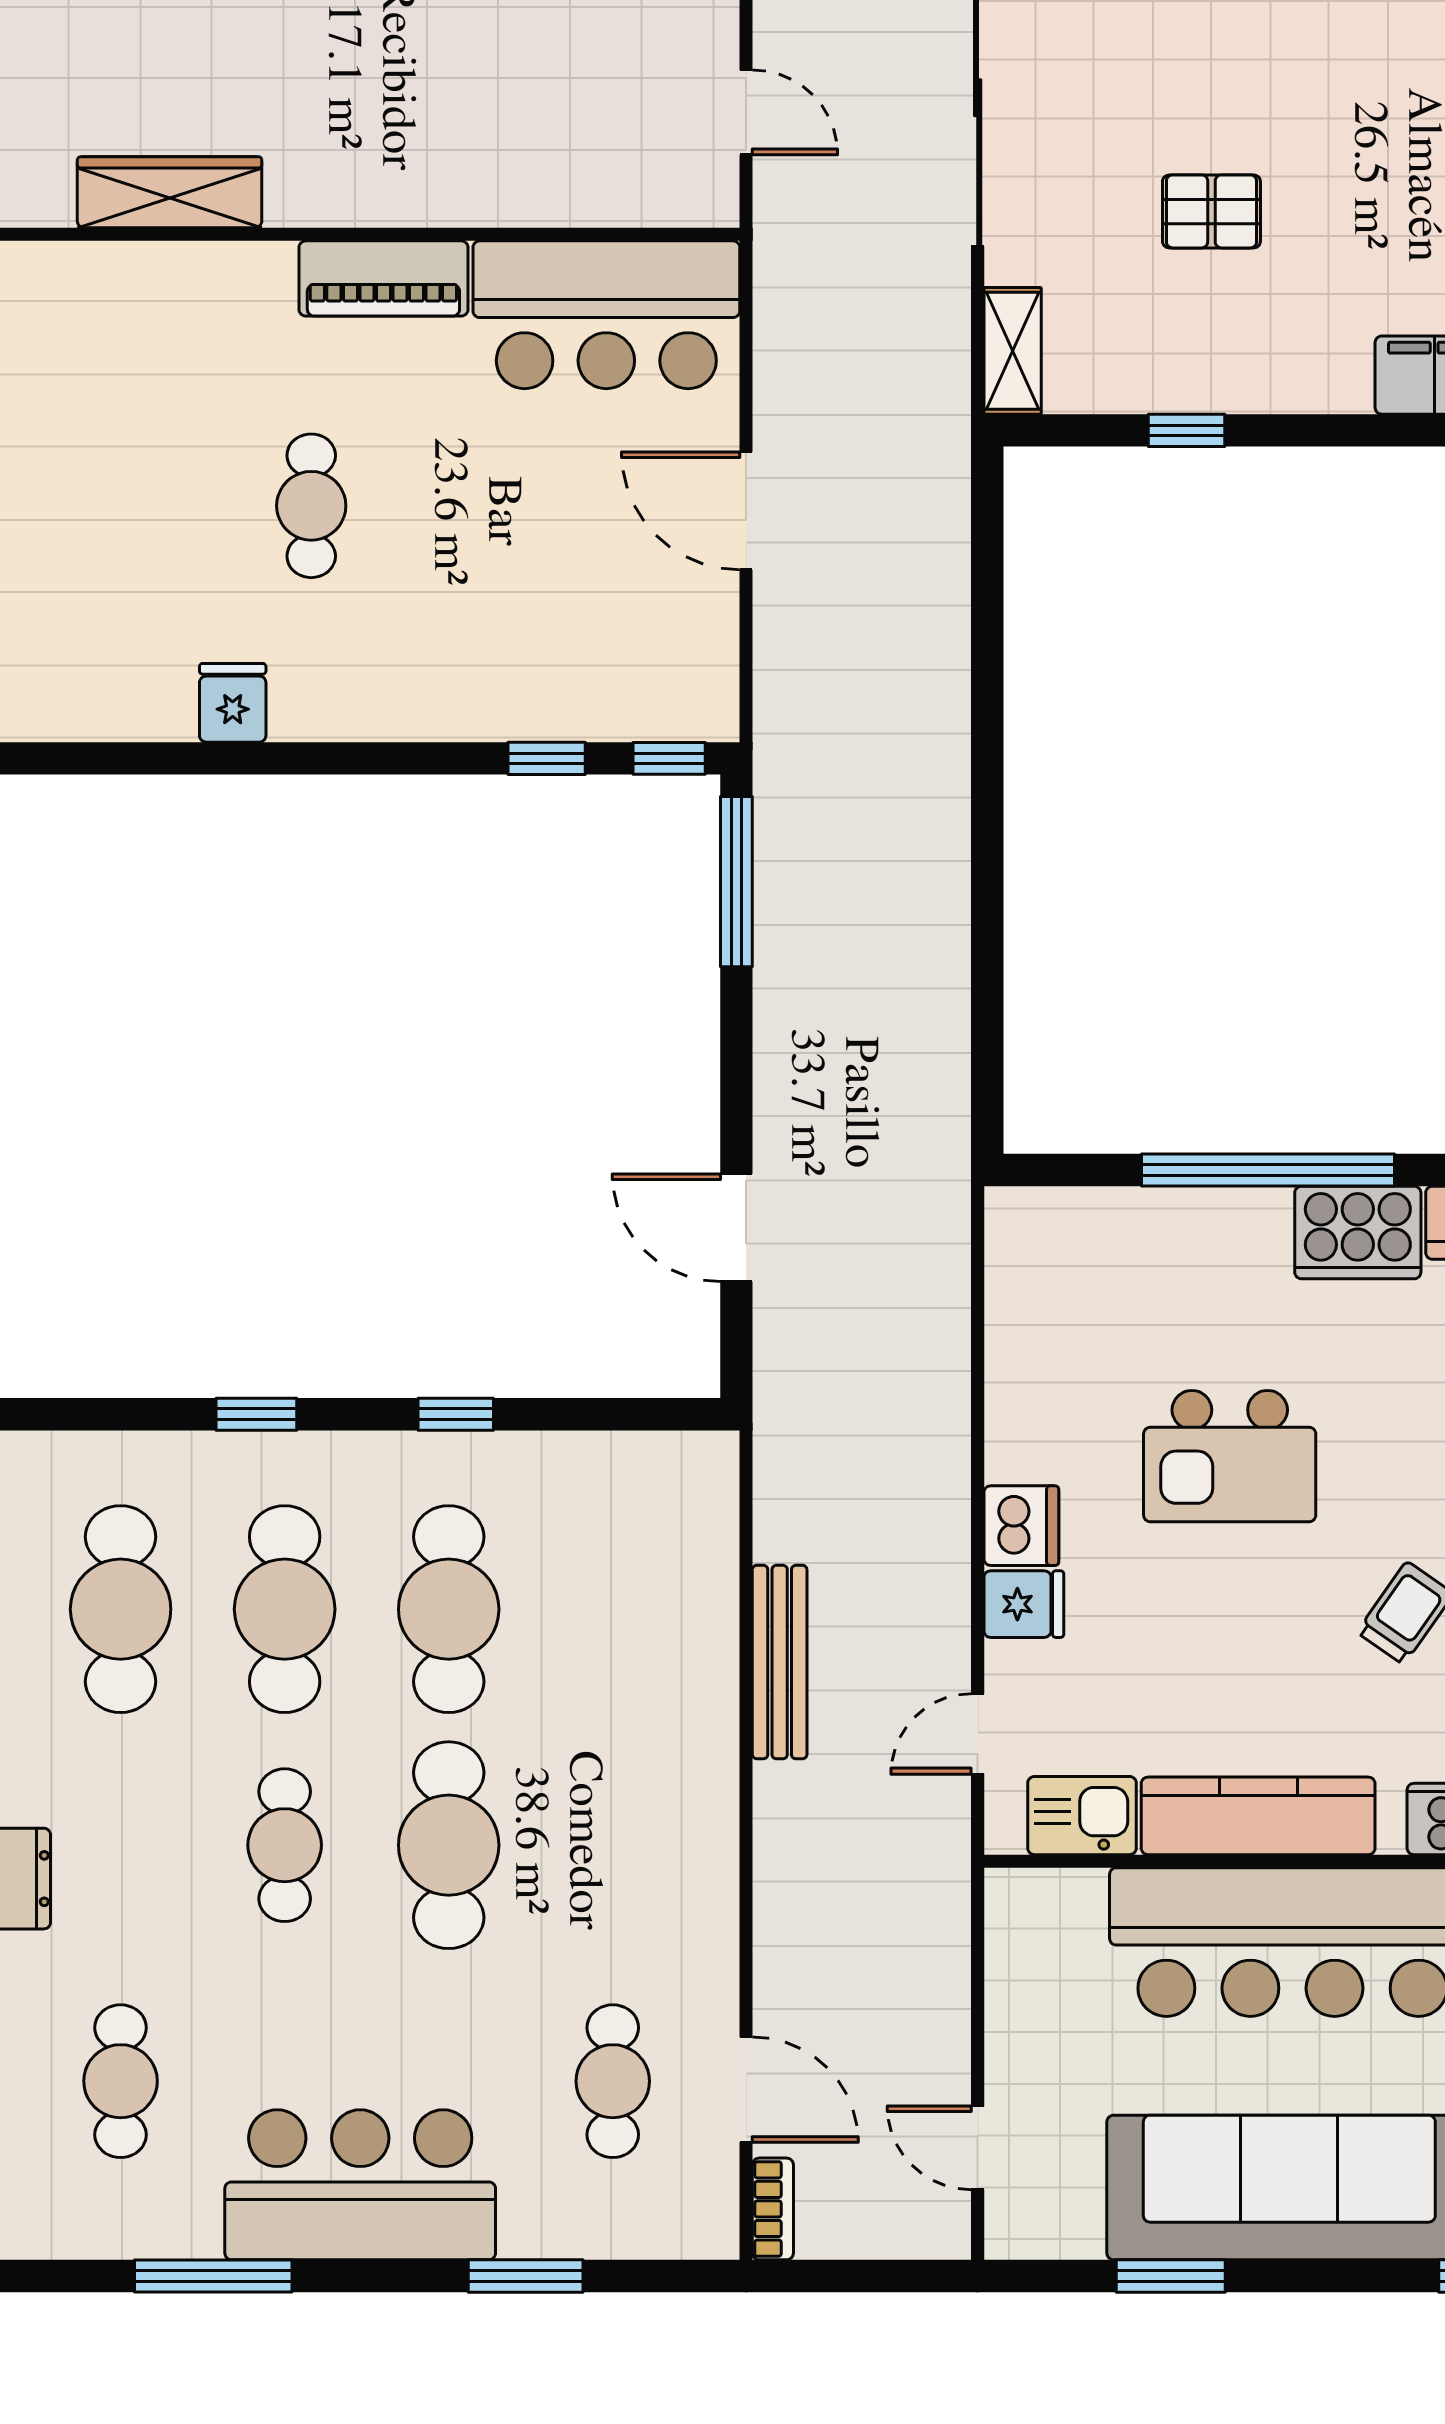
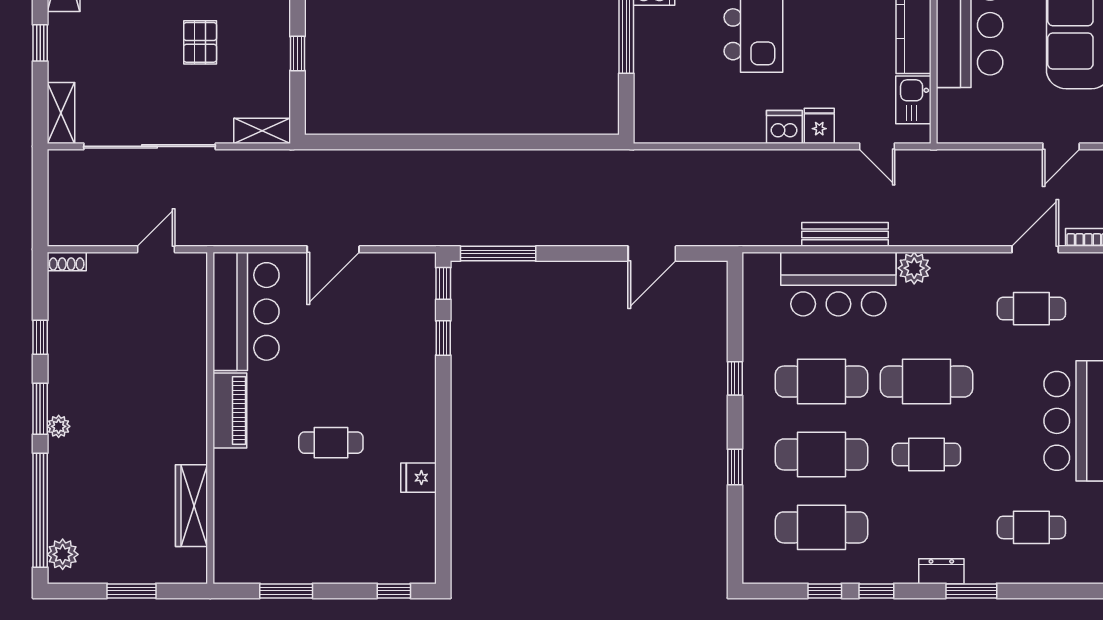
bar counter: (668, 1647) -> (838, 284), added
plant: (704, 1818) -> (914, 268), added

